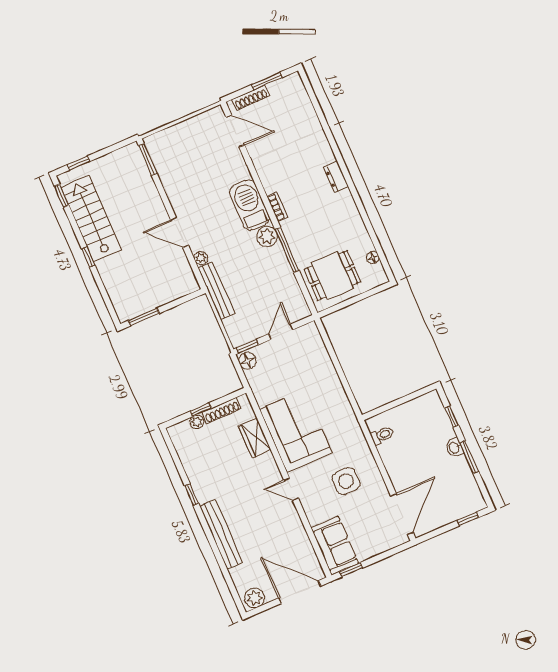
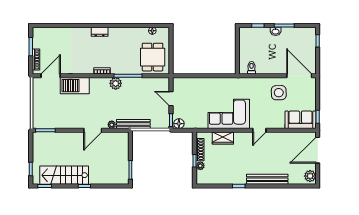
barbecue: (249, 205) -> (75, 86), moved
side table: (346, 481) -> (279, 93), moved

